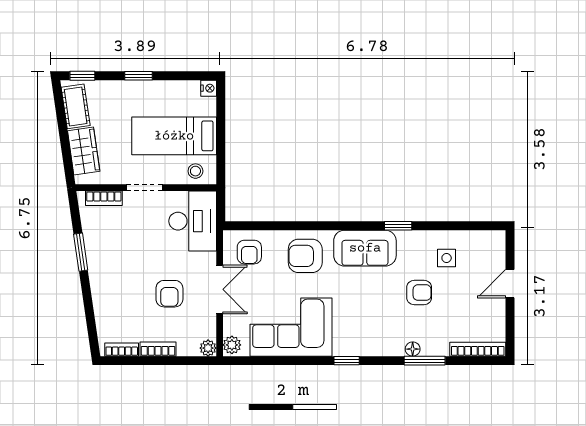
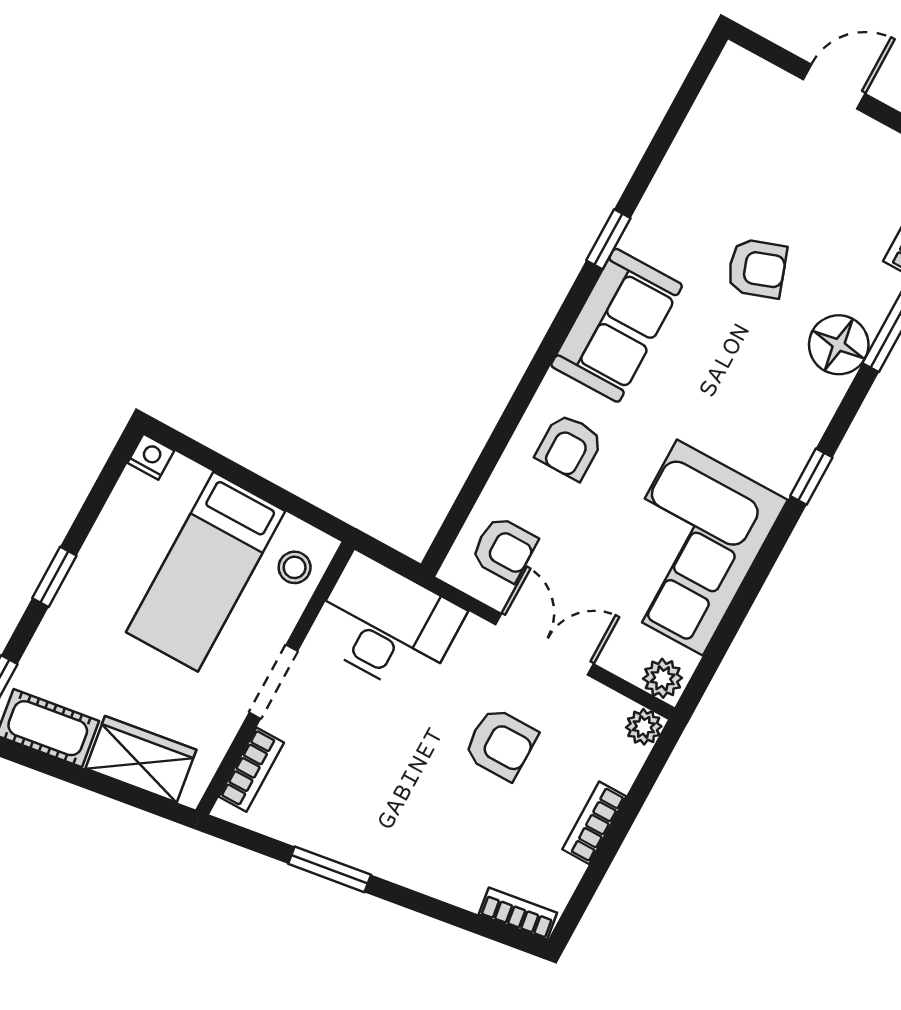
armchair: (305, 256) -> (569, 447), width x0.72, depth x0.72
side table: (447, 258) -> (720, 181), removed
door: (510, 284) -> (834, 87), swing flipped
armchair: (419, 293) -> (757, 268), turned 71
floor lamp: (413, 349) -> (839, 345), width x1.89, depth x1.89
bookcase: (122, 350) -> (518, 914), moved, turned 82

